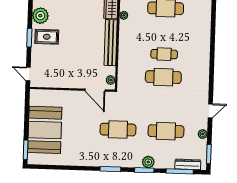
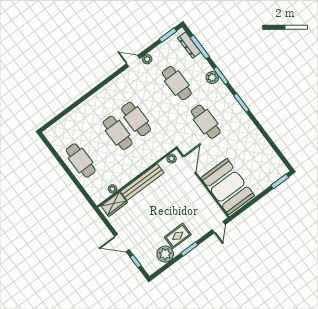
rug: (47, 37) -> (178, 236), turned 90
cafe table: (164, 54) -> (118, 133), width x1.37, depth x1.35
booth: (45, 130) -> (228, 187), moved, turned 90
plant: (203, 134) -> (147, 59), moved

